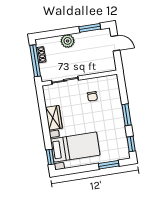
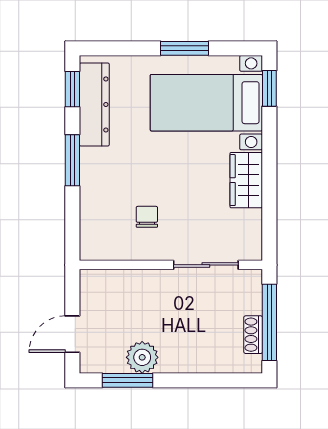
plant: (68, 41) -> (142, 357), moved
door: (115, 43) -> (72, 334), hinge flipped
dresser: (121, 139) -> (94, 104), added
window: (109, 165) -> (184, 48), moved

